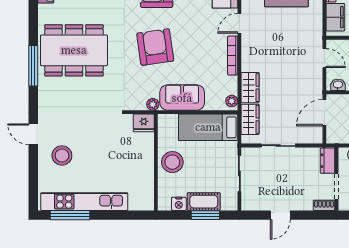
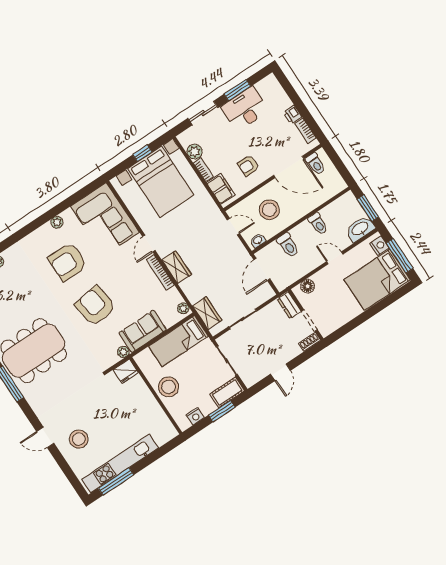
wardrobe: (250, 88) -> (177, 267), moved
cot: (204, 202) -> (227, 392), moved

